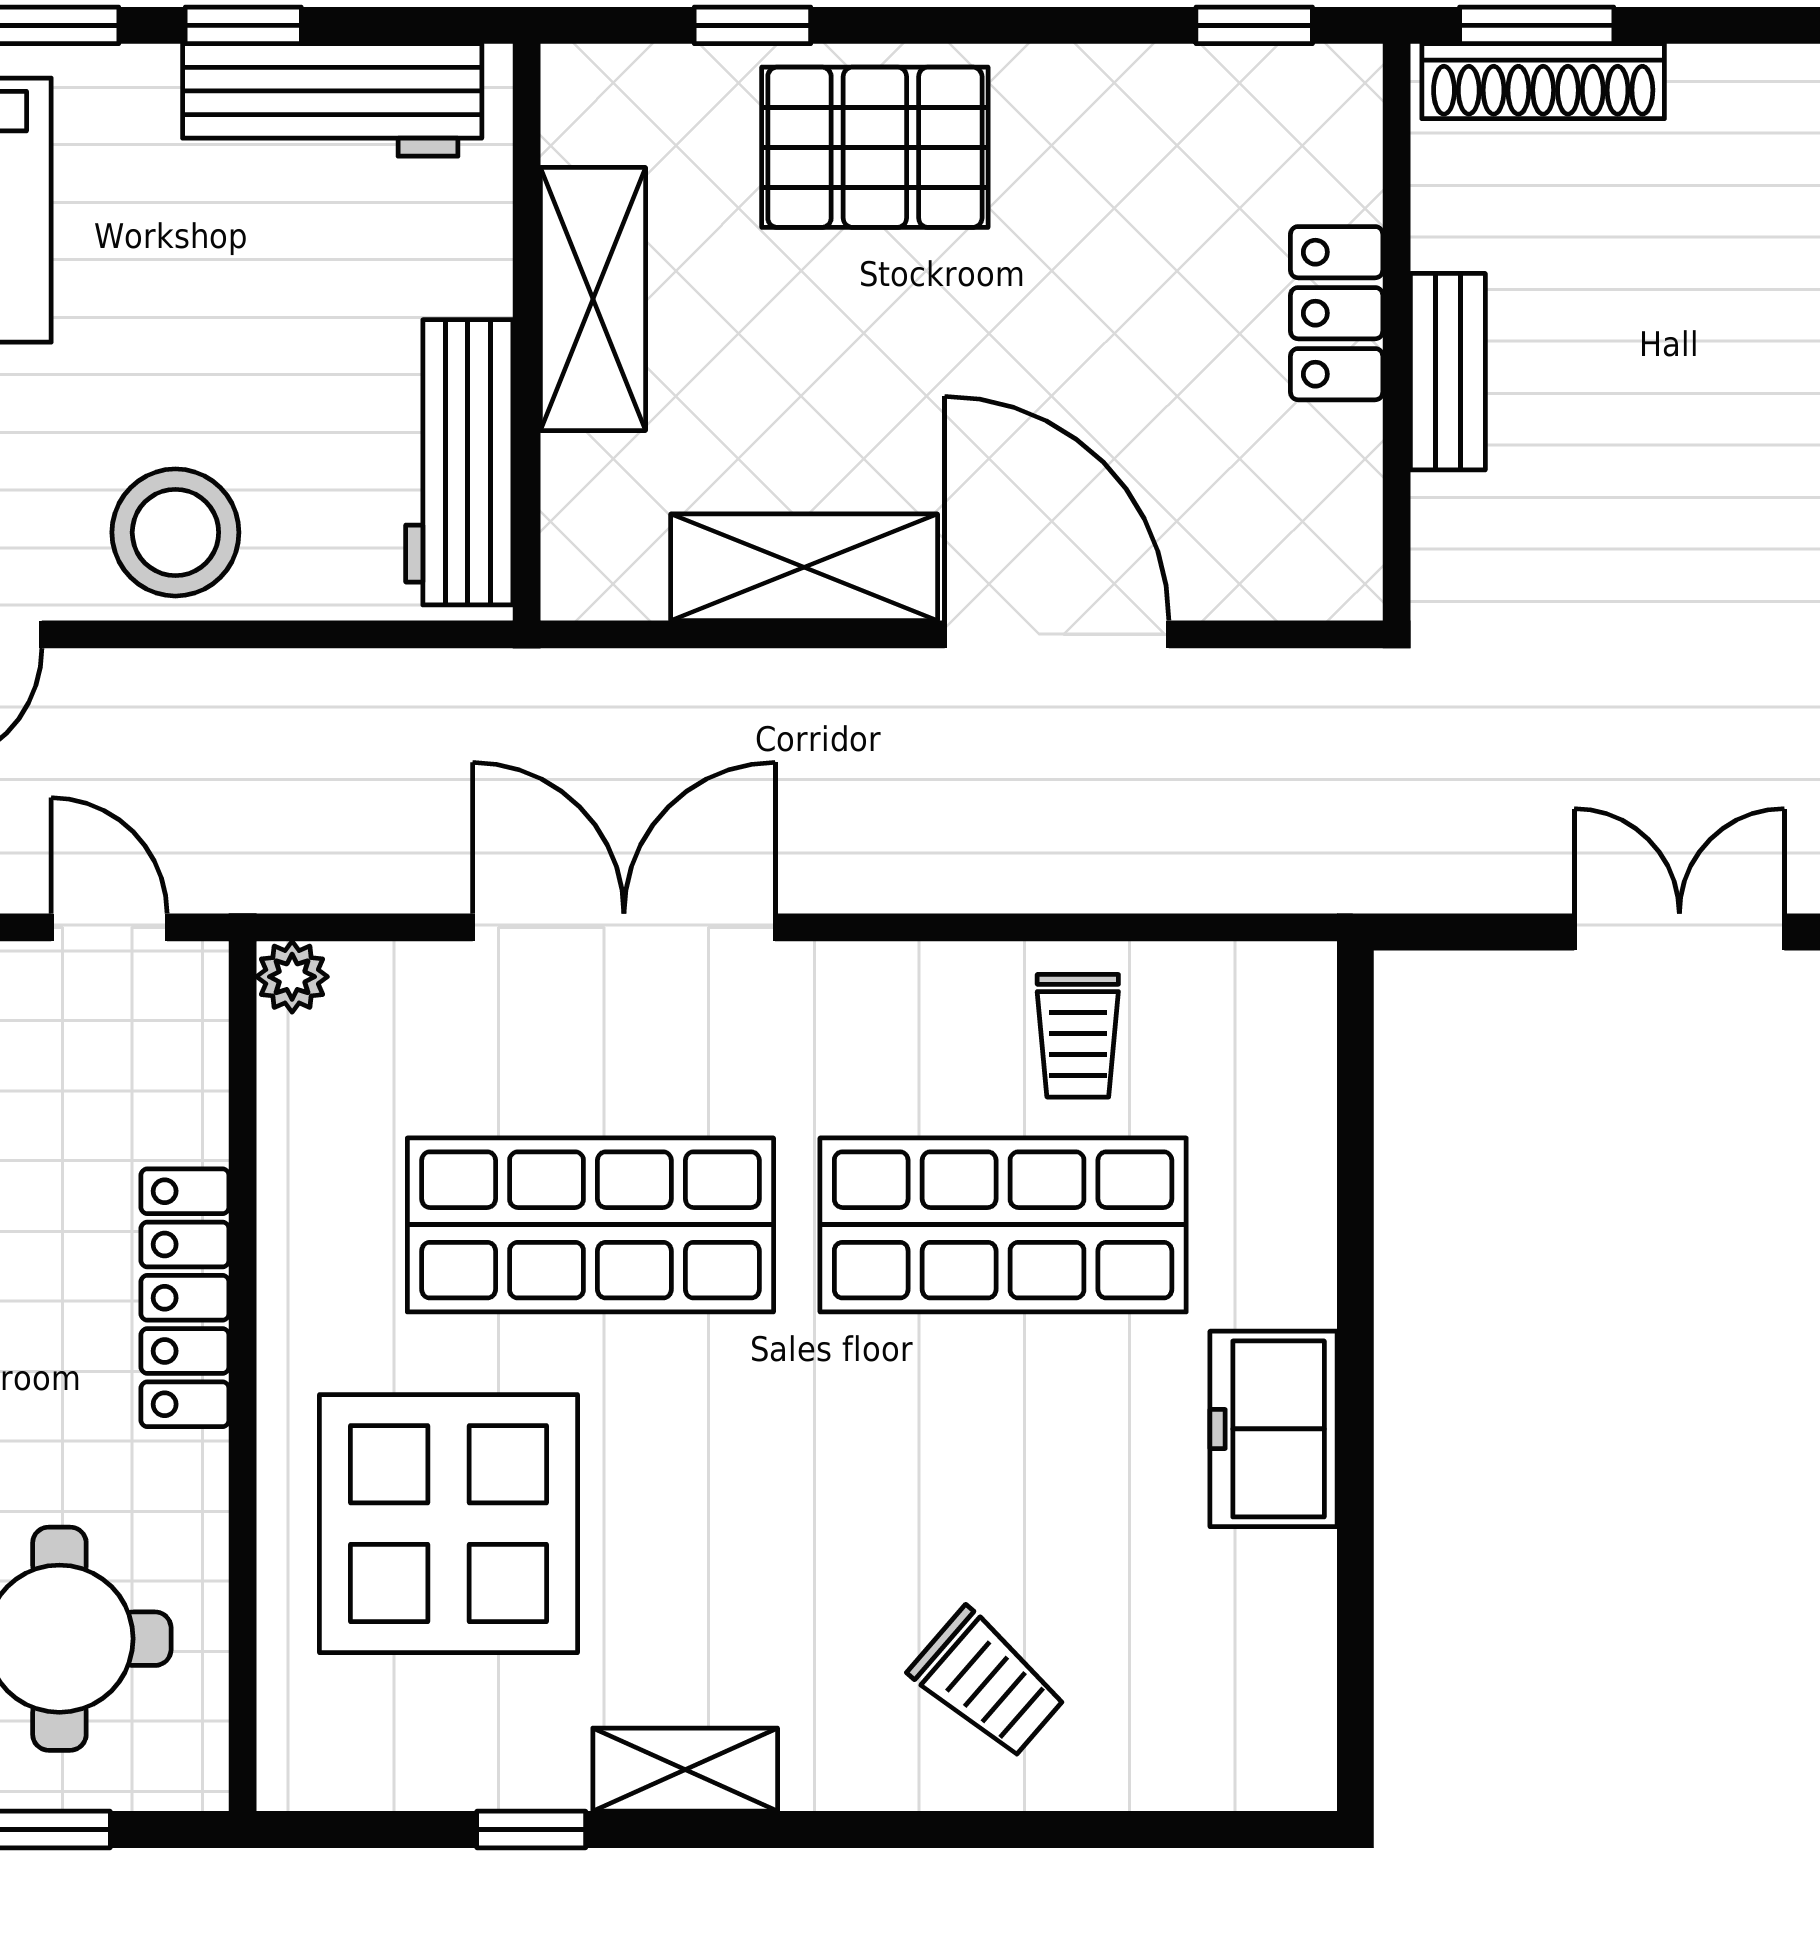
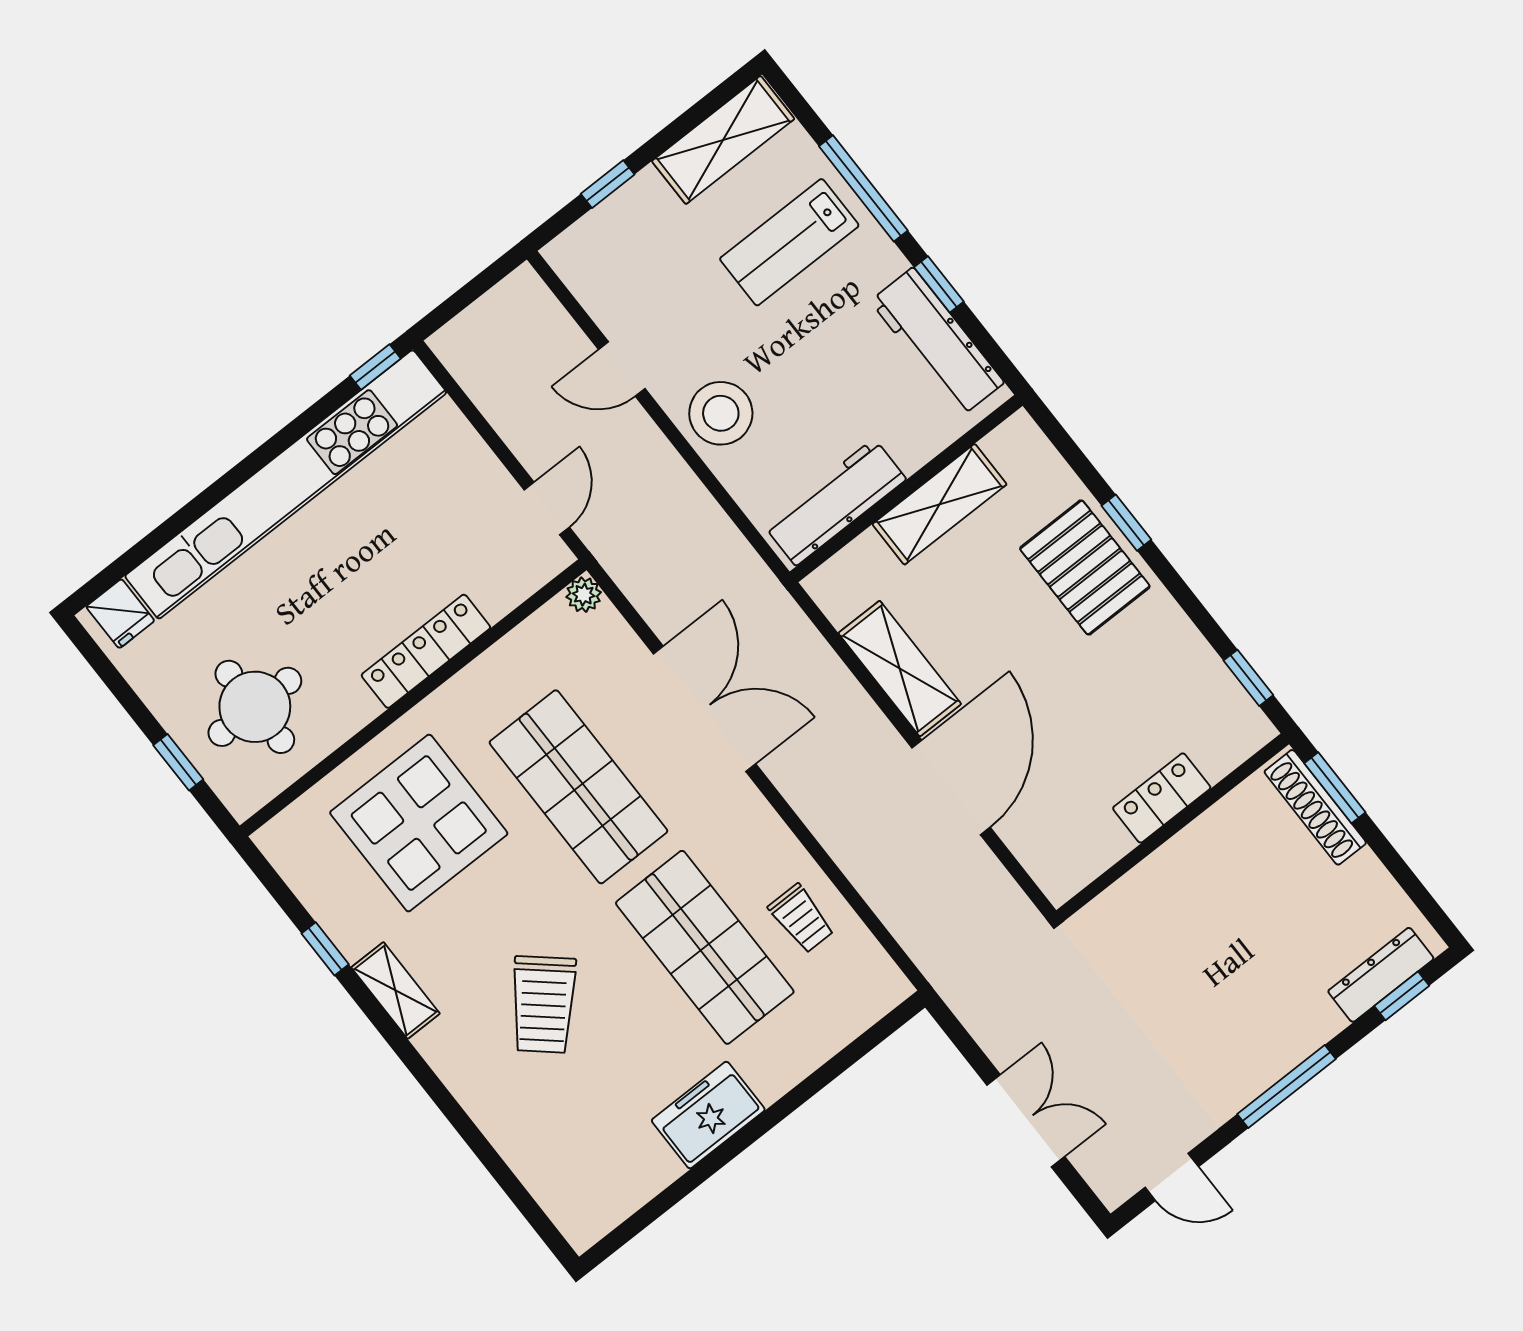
window: (752, 25) -> (1126, 523), moved
bench: (1448, 372) -> (1173, 859), removed
trolley: (1078, 1036) -> (801, 919), turned -90
trolley: (988, 1683) -> (543, 1004), moved, width x1.36, depth x1.39

